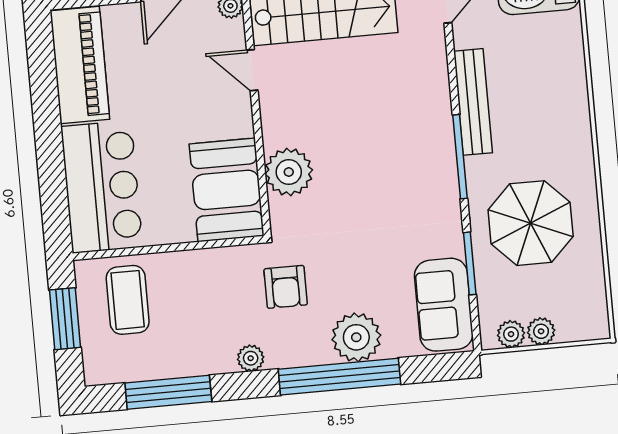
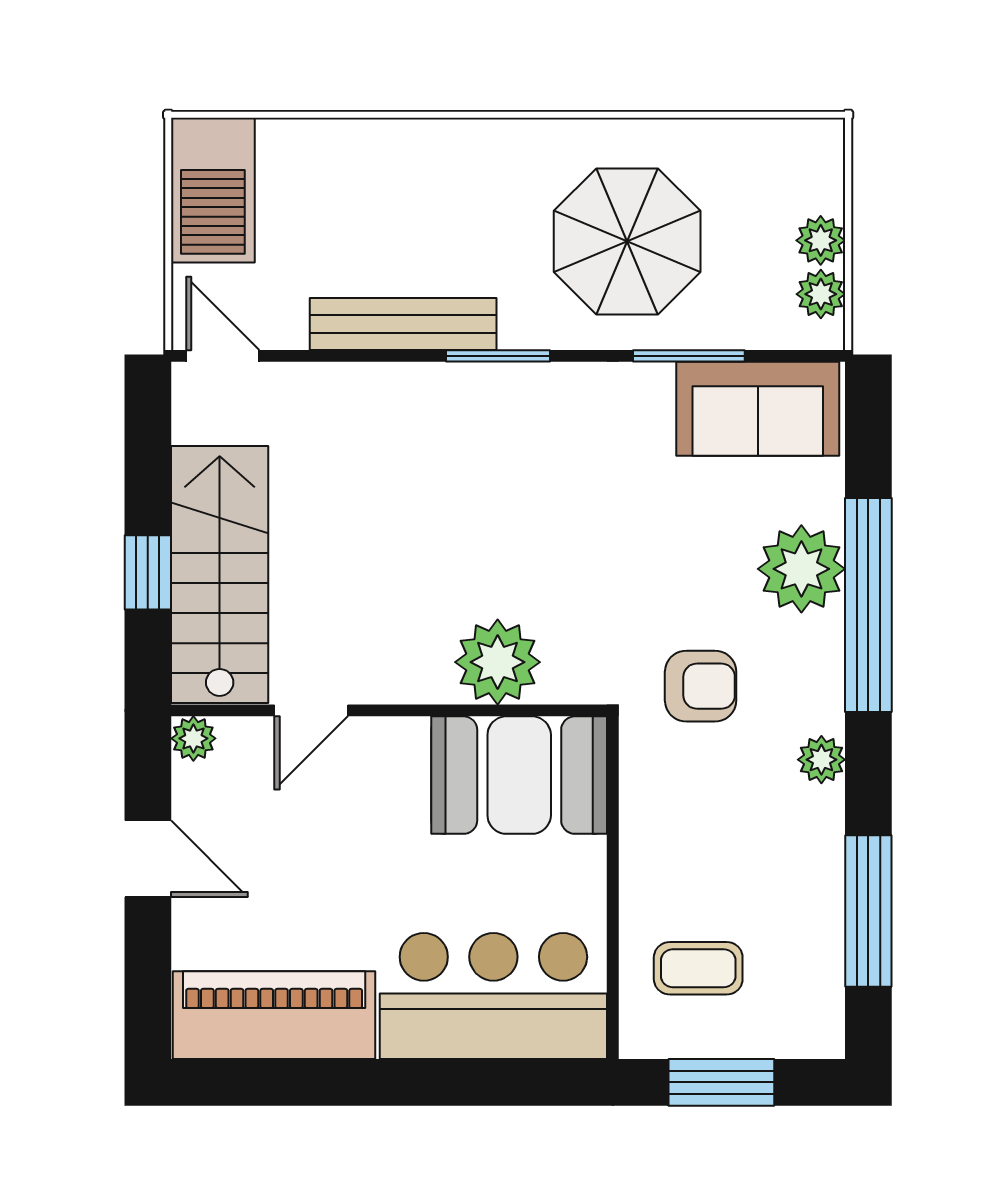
window: (460, 157) -> (498, 356), width x0.69
coffee table: (128, 300) -> (698, 968), width x0.73, depth x0.77

